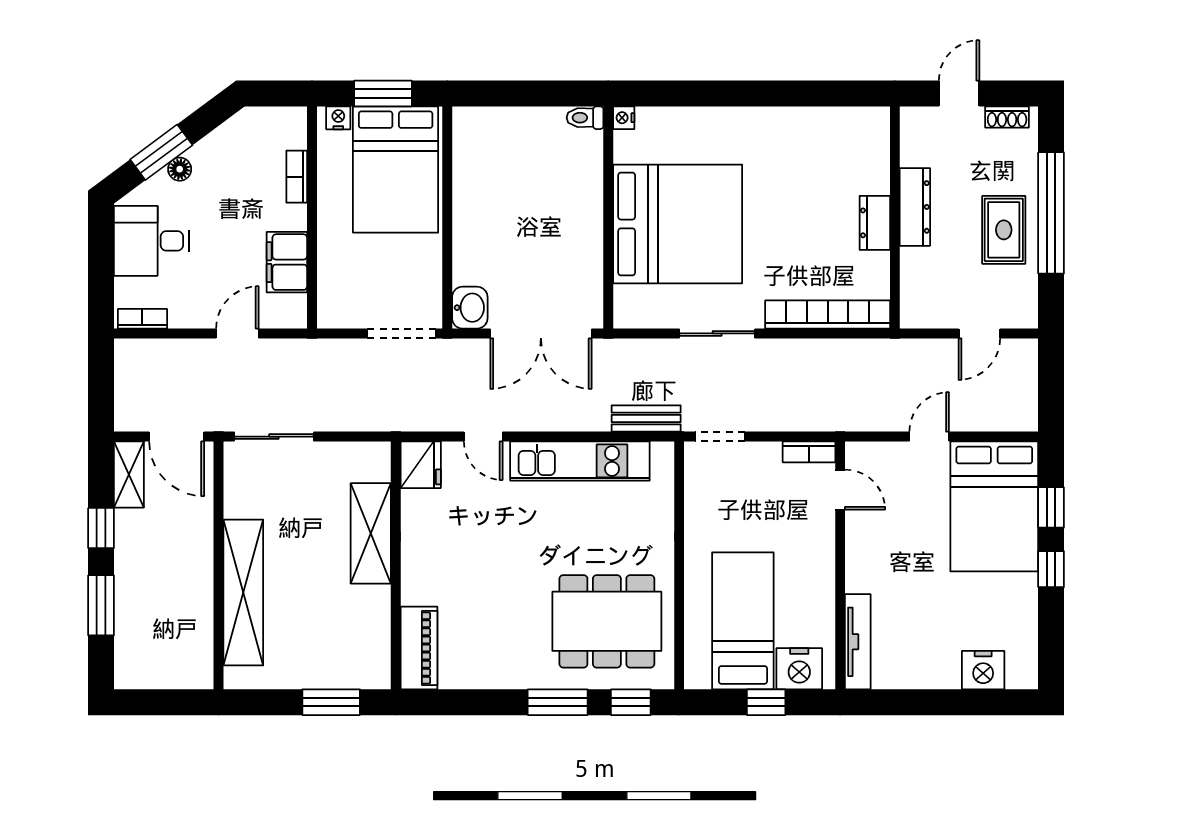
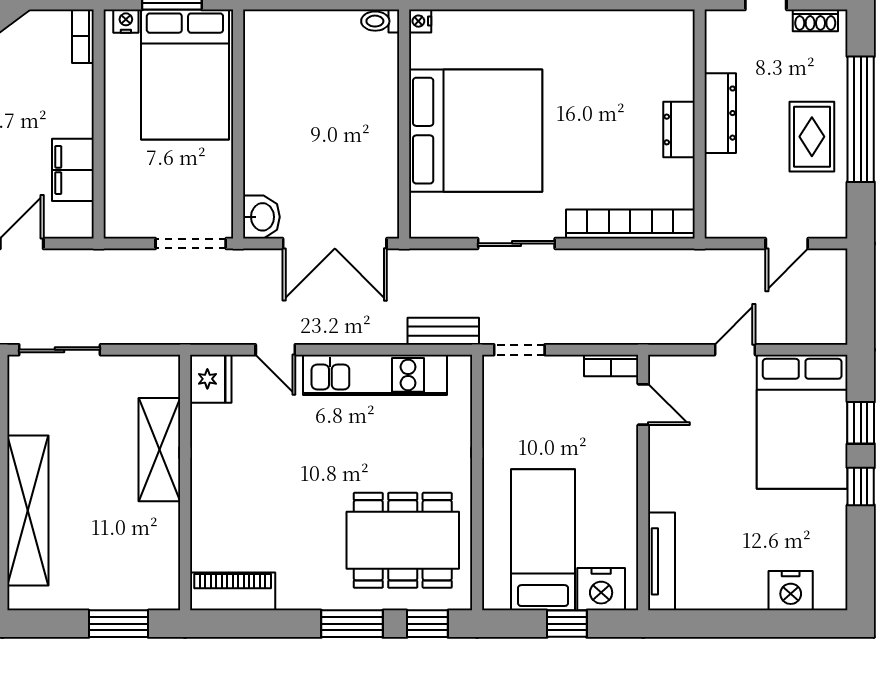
bookcase: (297, 177) -> (83, 36), moved
piano: (419, 648) -> (233, 591), moved, turned -90

